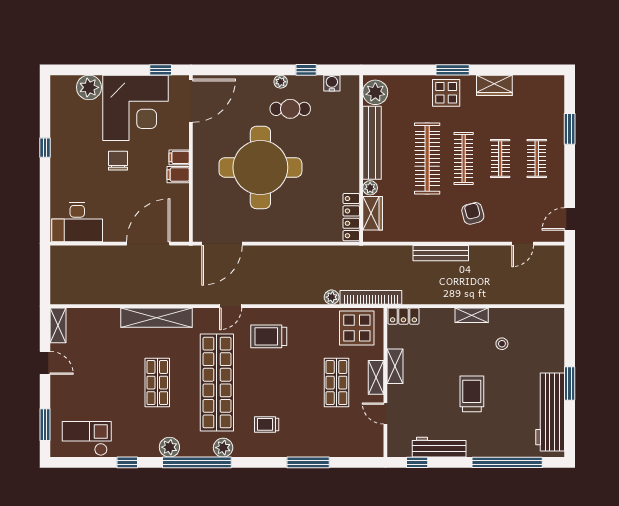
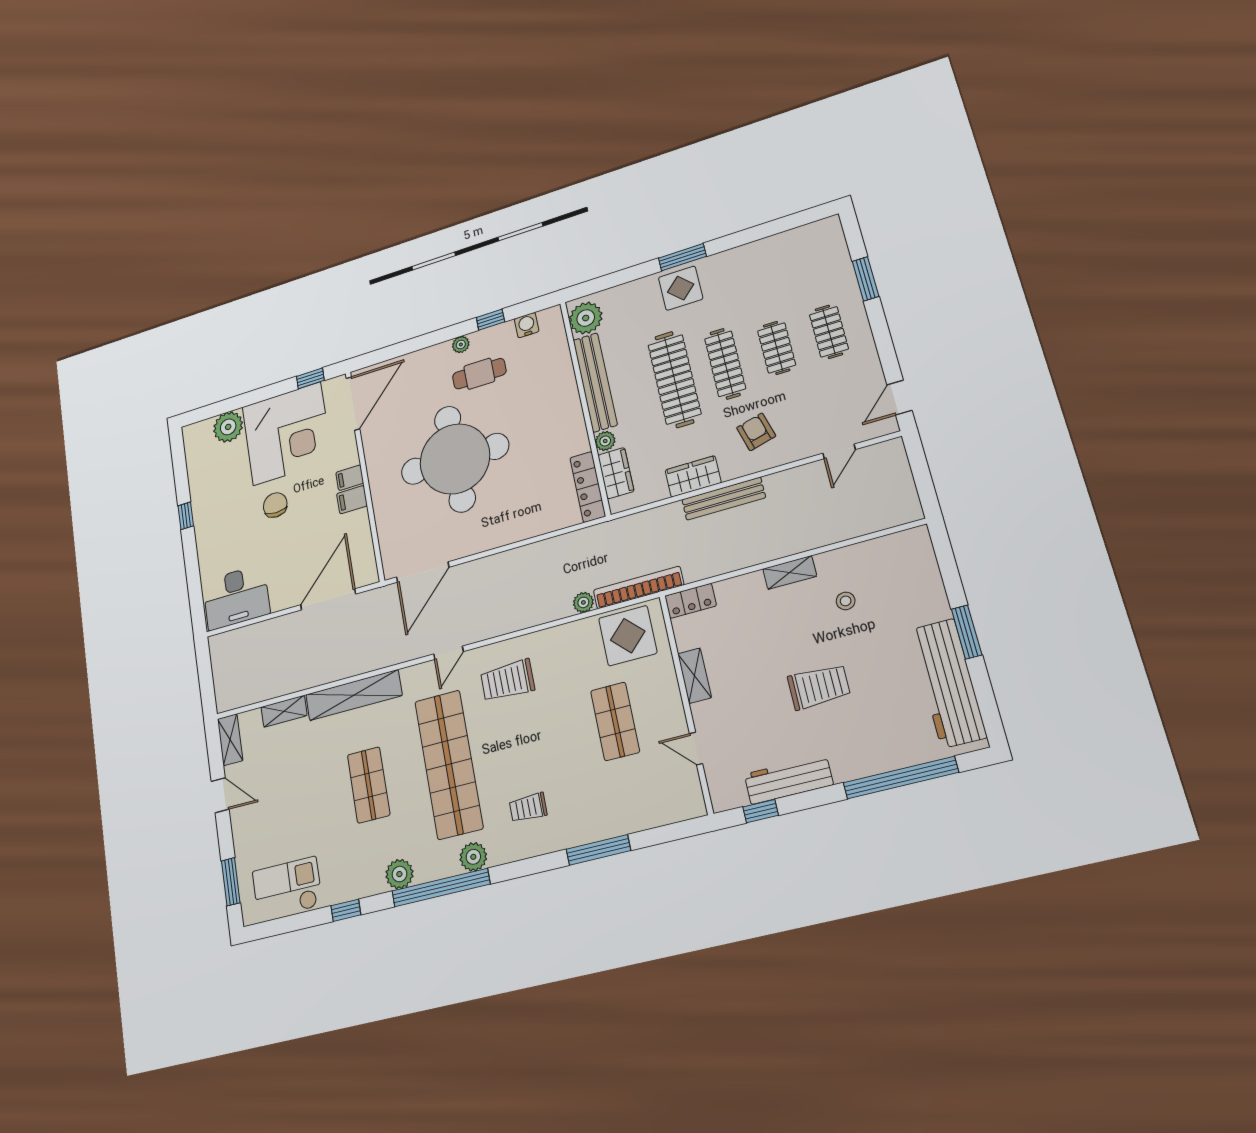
wardrobe: (494, 85) -> (693, 476), moved, turned 180
shelving: (376, 377) -> (284, 711), moved, turned 90
trolley: (472, 394) -> (819, 687), turned 90

